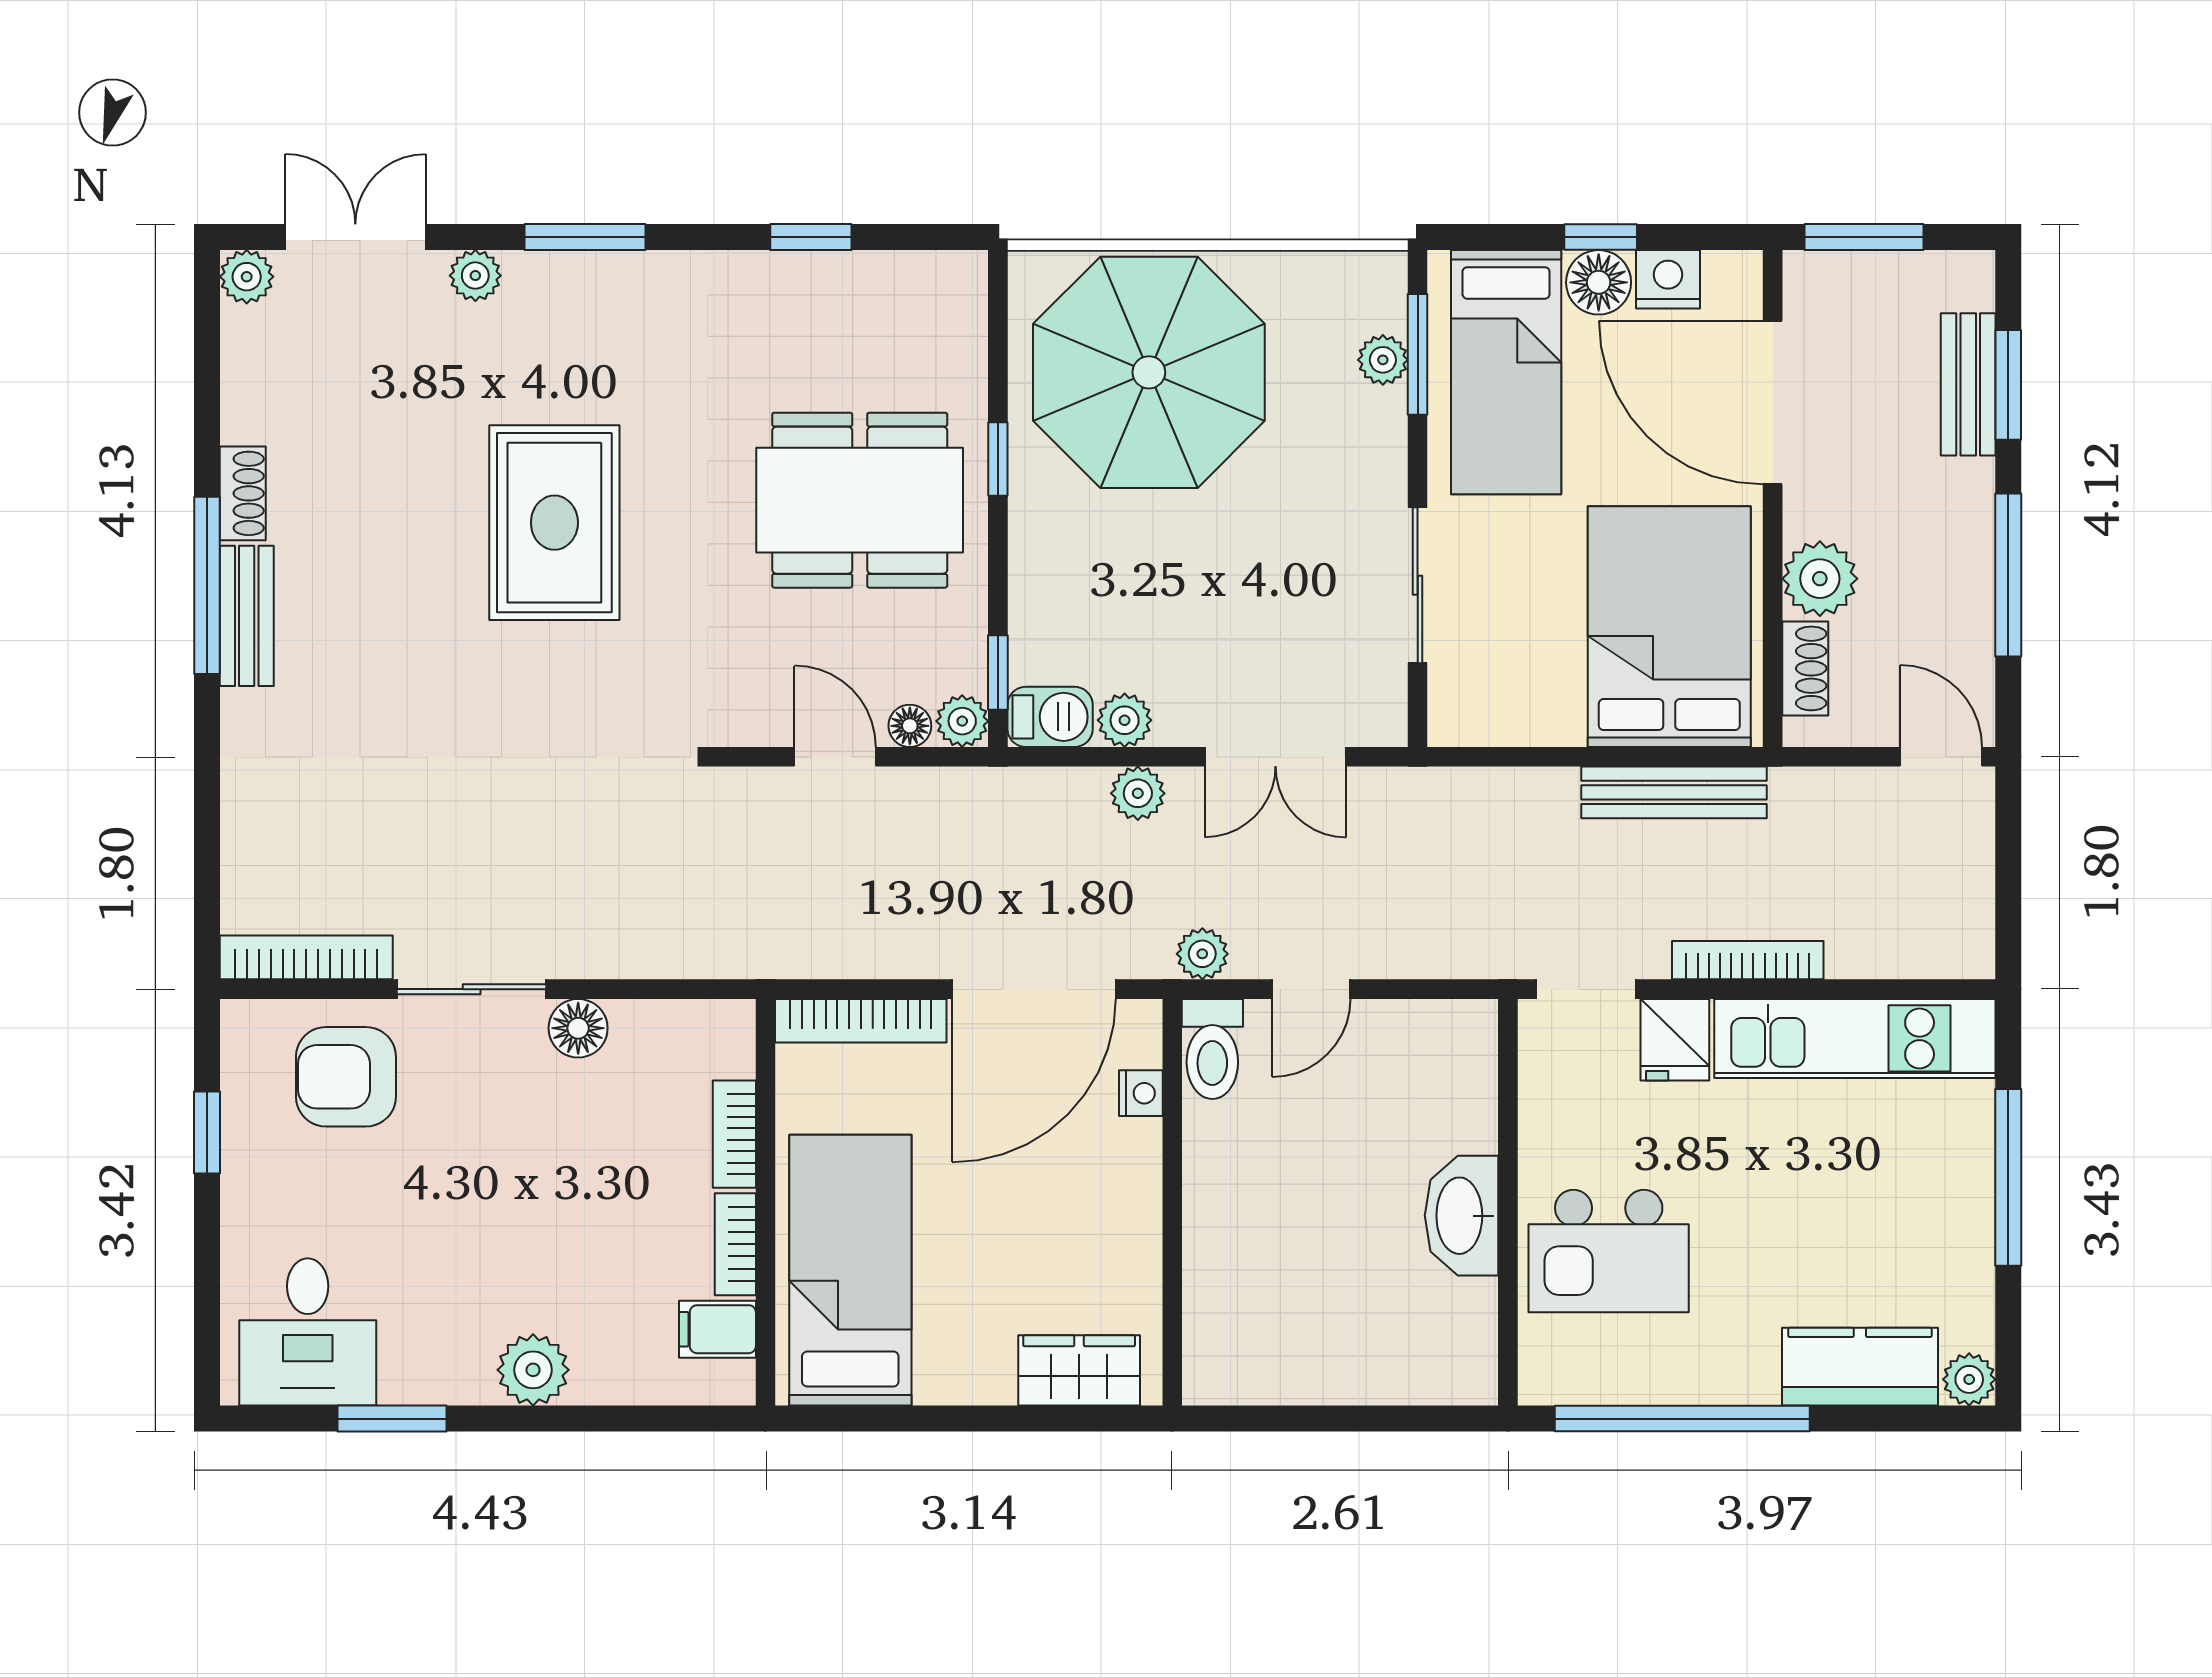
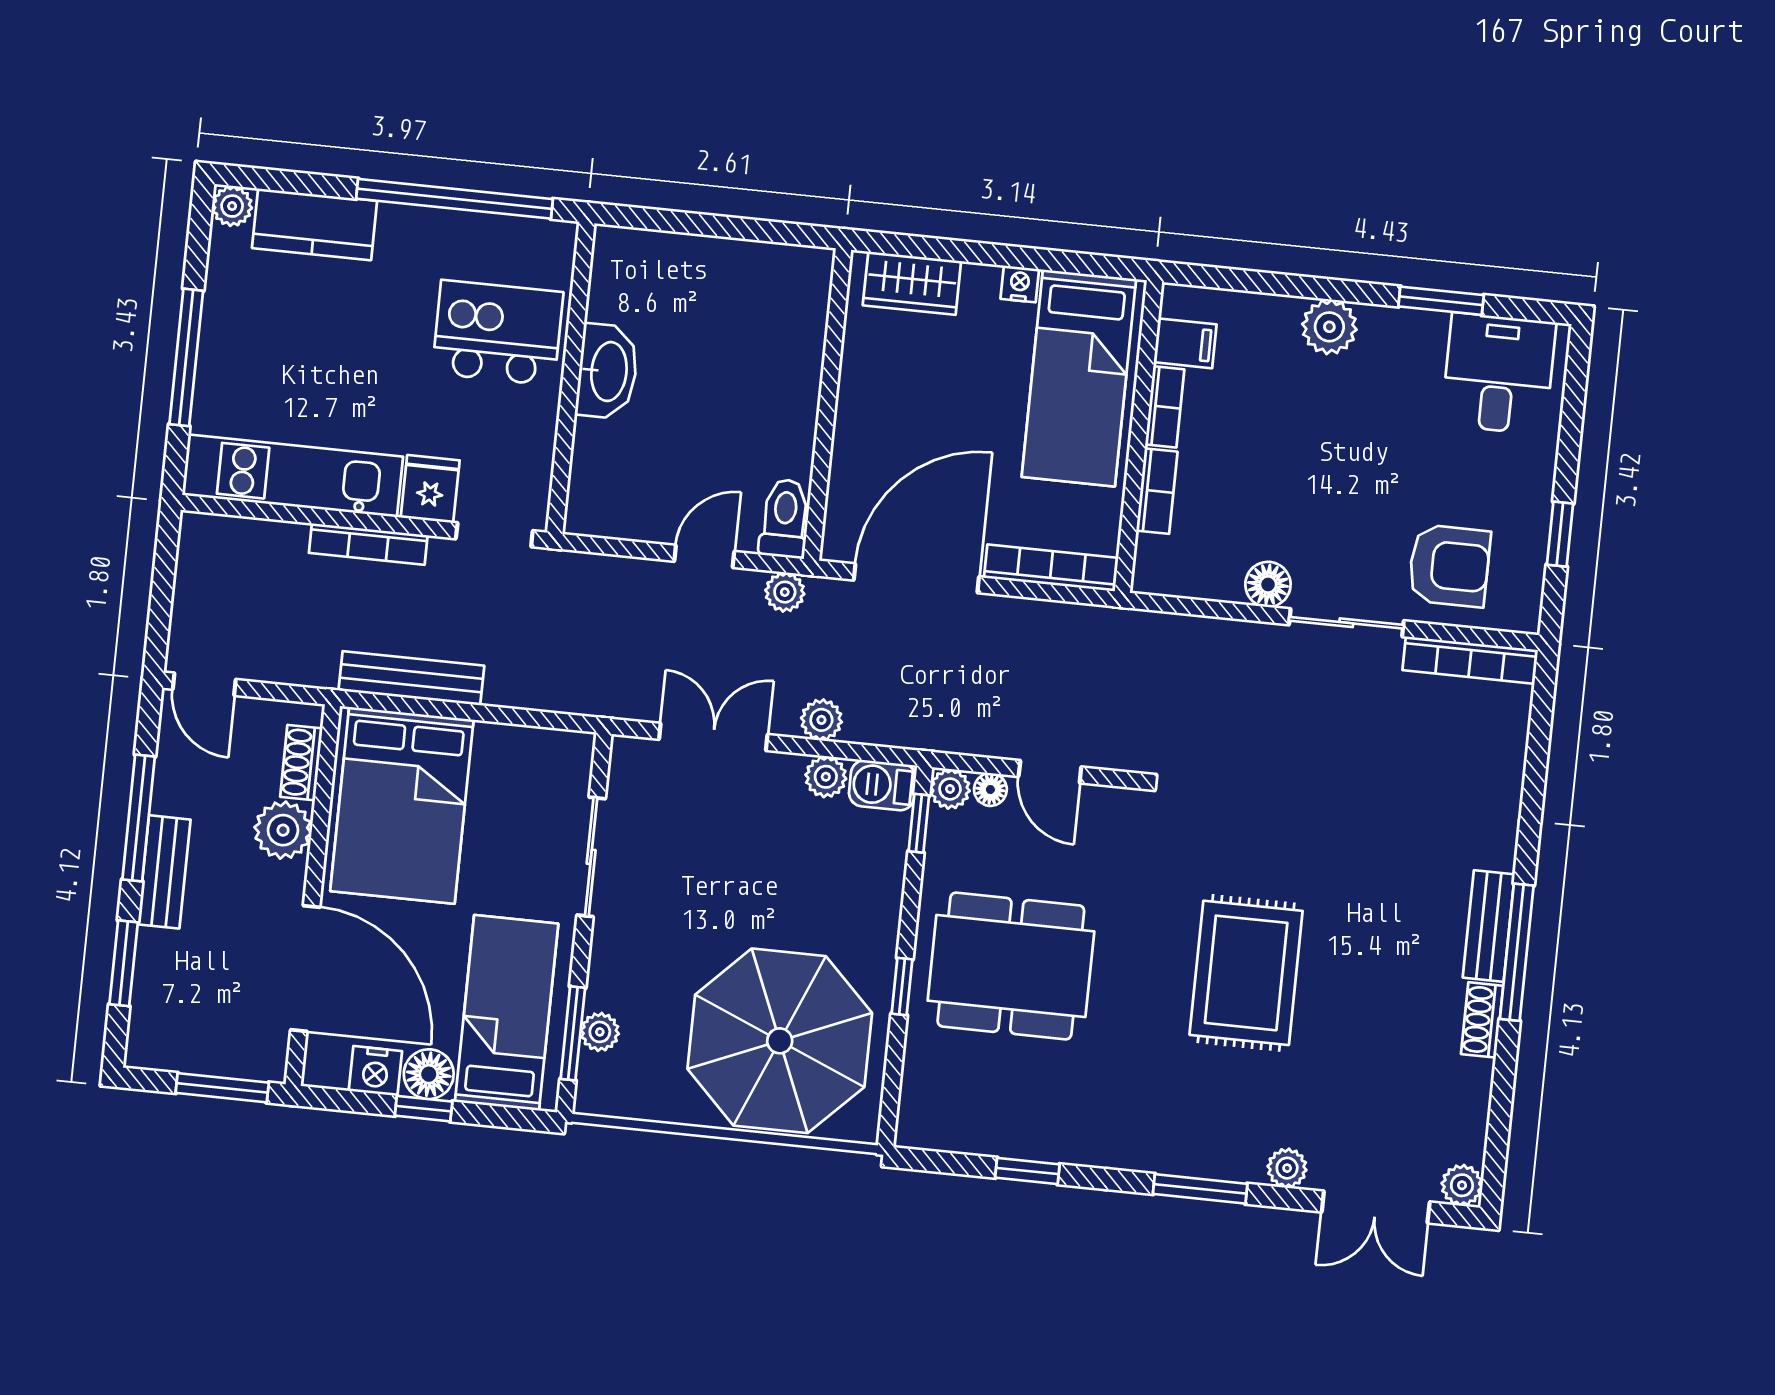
bench: (1968, 384) -> (164, 872), moved
nightstand: (1141, 1093) -> (1020, 284), moved, turned 90

